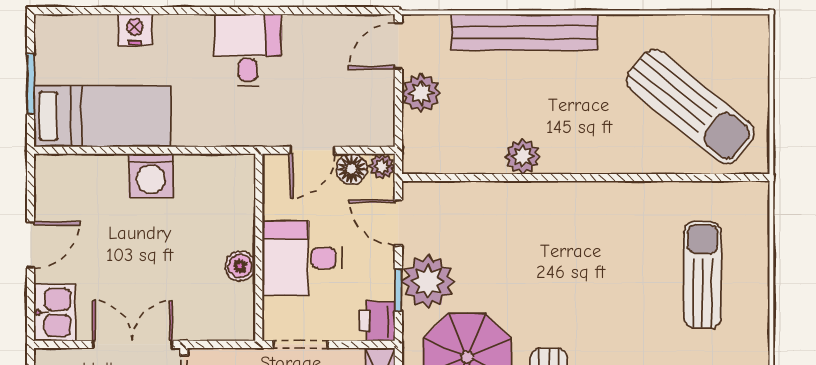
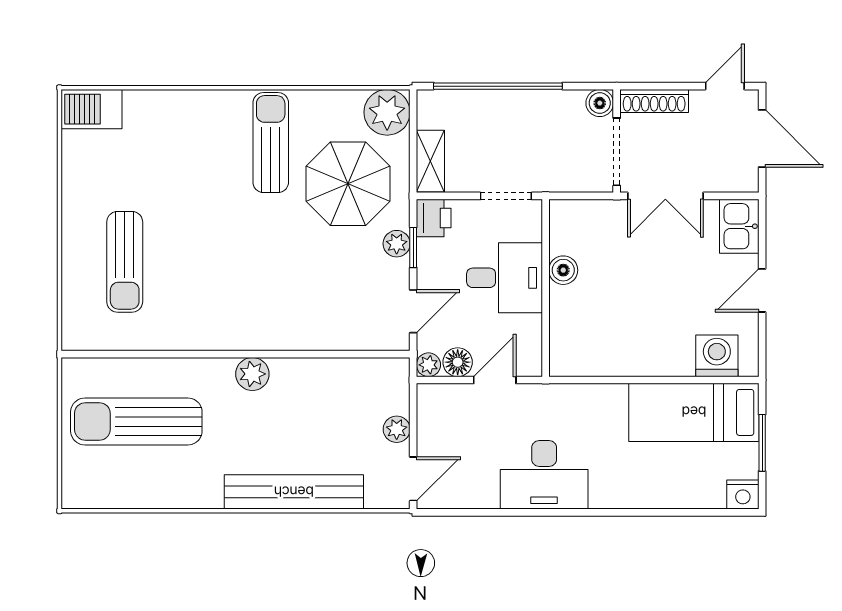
nightstand: (135, 30) -> (743, 494), moved
desk: (248, 50) -> (544, 475), width x1.37
plant: (421, 93) -> (397, 429), width x0.73, depth x0.73
sun lounger: (690, 107) -> (136, 421), turned -39
plant: (523, 157) -> (252, 374), moved
washing machine: (151, 176) -> (717, 356), moved
door: (398, 223) -> (413, 311), hinge flipped
plant: (428, 282) -> (397, 244), width x0.53, depth x0.53

